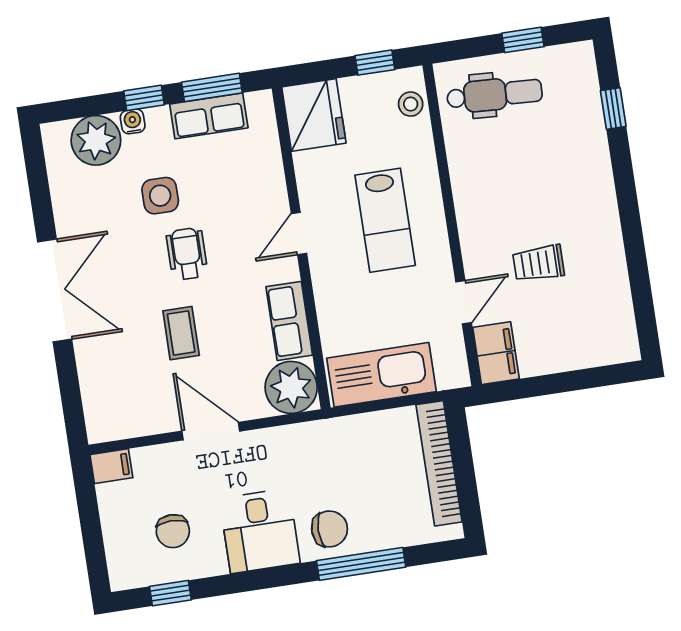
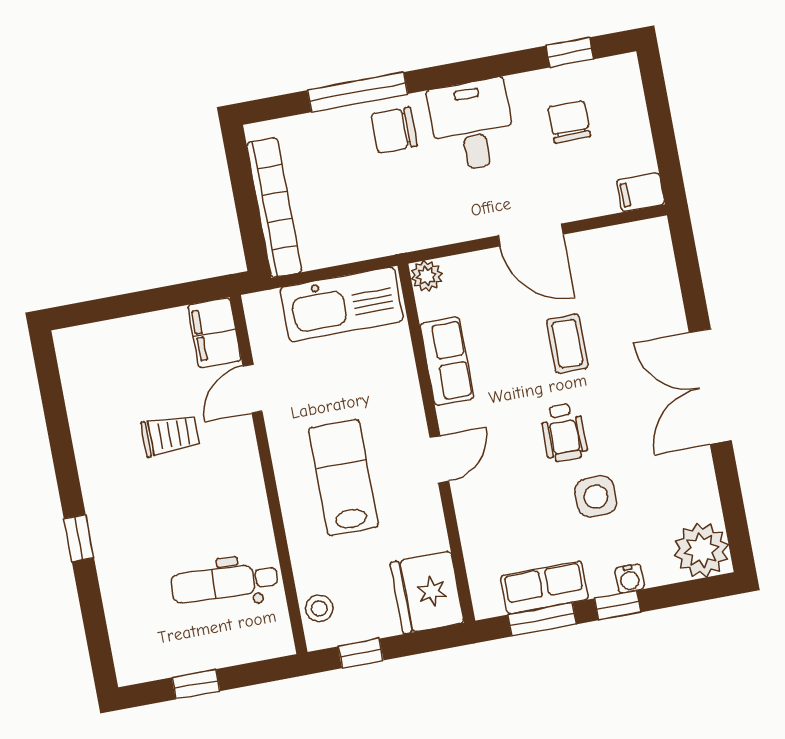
dental chair: (495, 94) -> (224, 583), moved
window: (613, 108) -> (79, 538), moved
plant: (96, 140) -> (701, 550), moved
plant: (291, 387) -> (426, 276), width x0.53, depth x0.53

